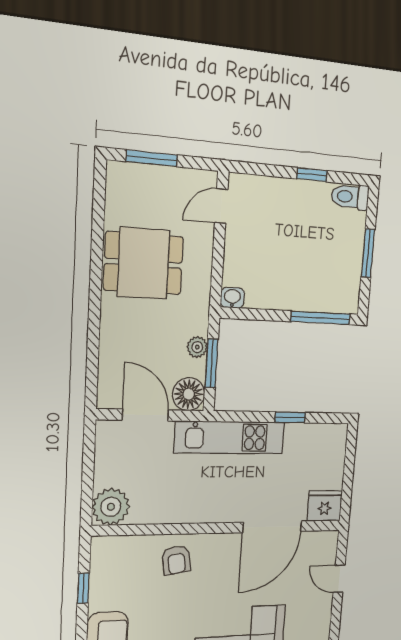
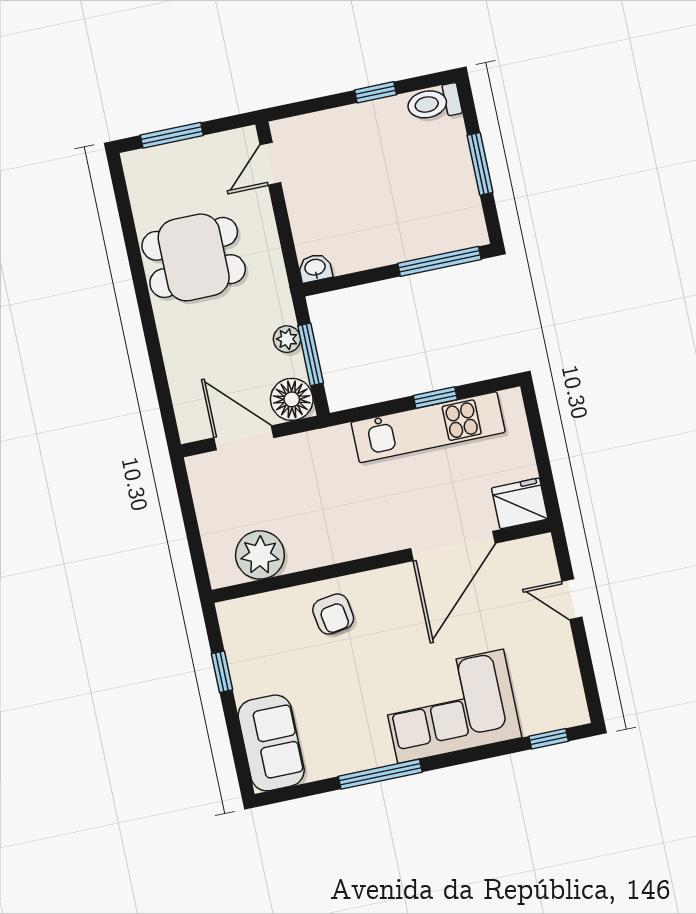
kitchen unit: (230, 437) -> (428, 427), moved
plant: (111, 507) -> (260, 555), moved

